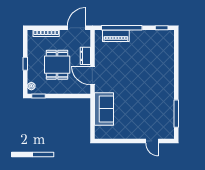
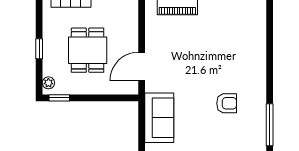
dresser: (85, 56) -> (131, 37), removed
door: (92, 75) -> (142, 67), hinge flipped
armchair: (148, 99) -> (227, 103), added

